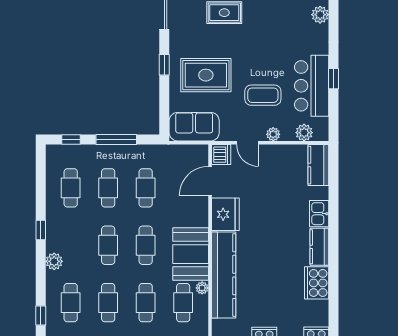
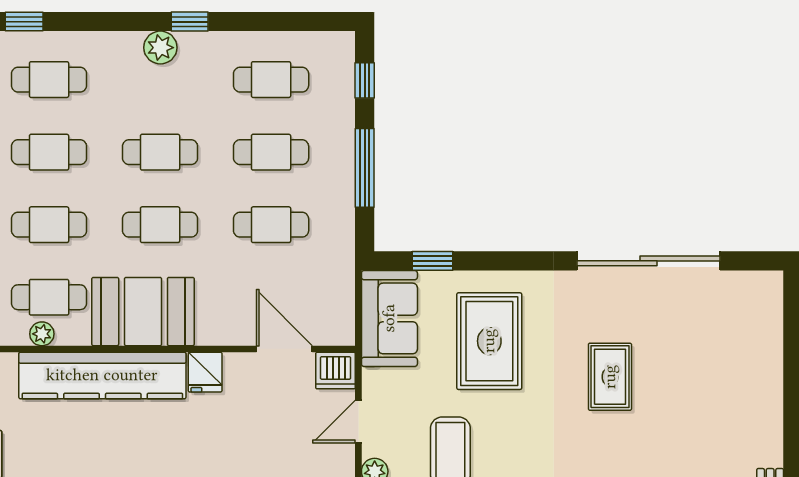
window: (164, 65) -> (433, 261), moved
fridge: (225, 214) -> (205, 372), width x0.53, depth x0.75
plant: (54, 261) -> (160, 48), moved
plant: (202, 288) -> (42, 334), moved

